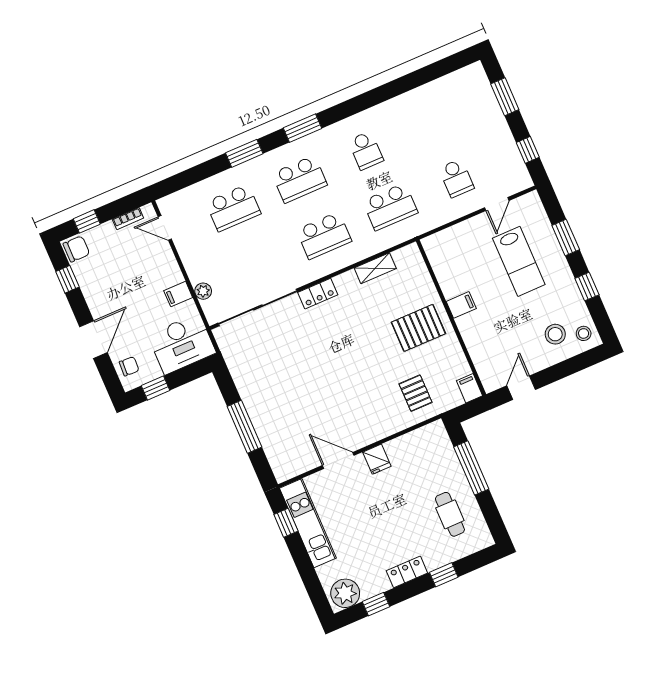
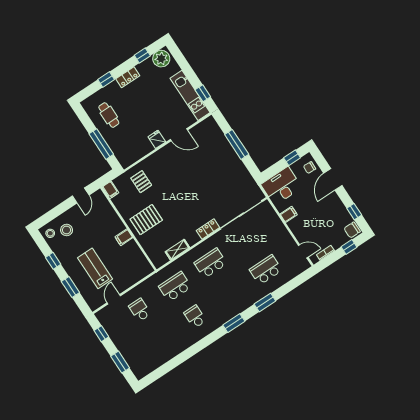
school desk: (299, 179) -> (230, 293), removed
plant: (203, 291) -> (274, 219), removed

